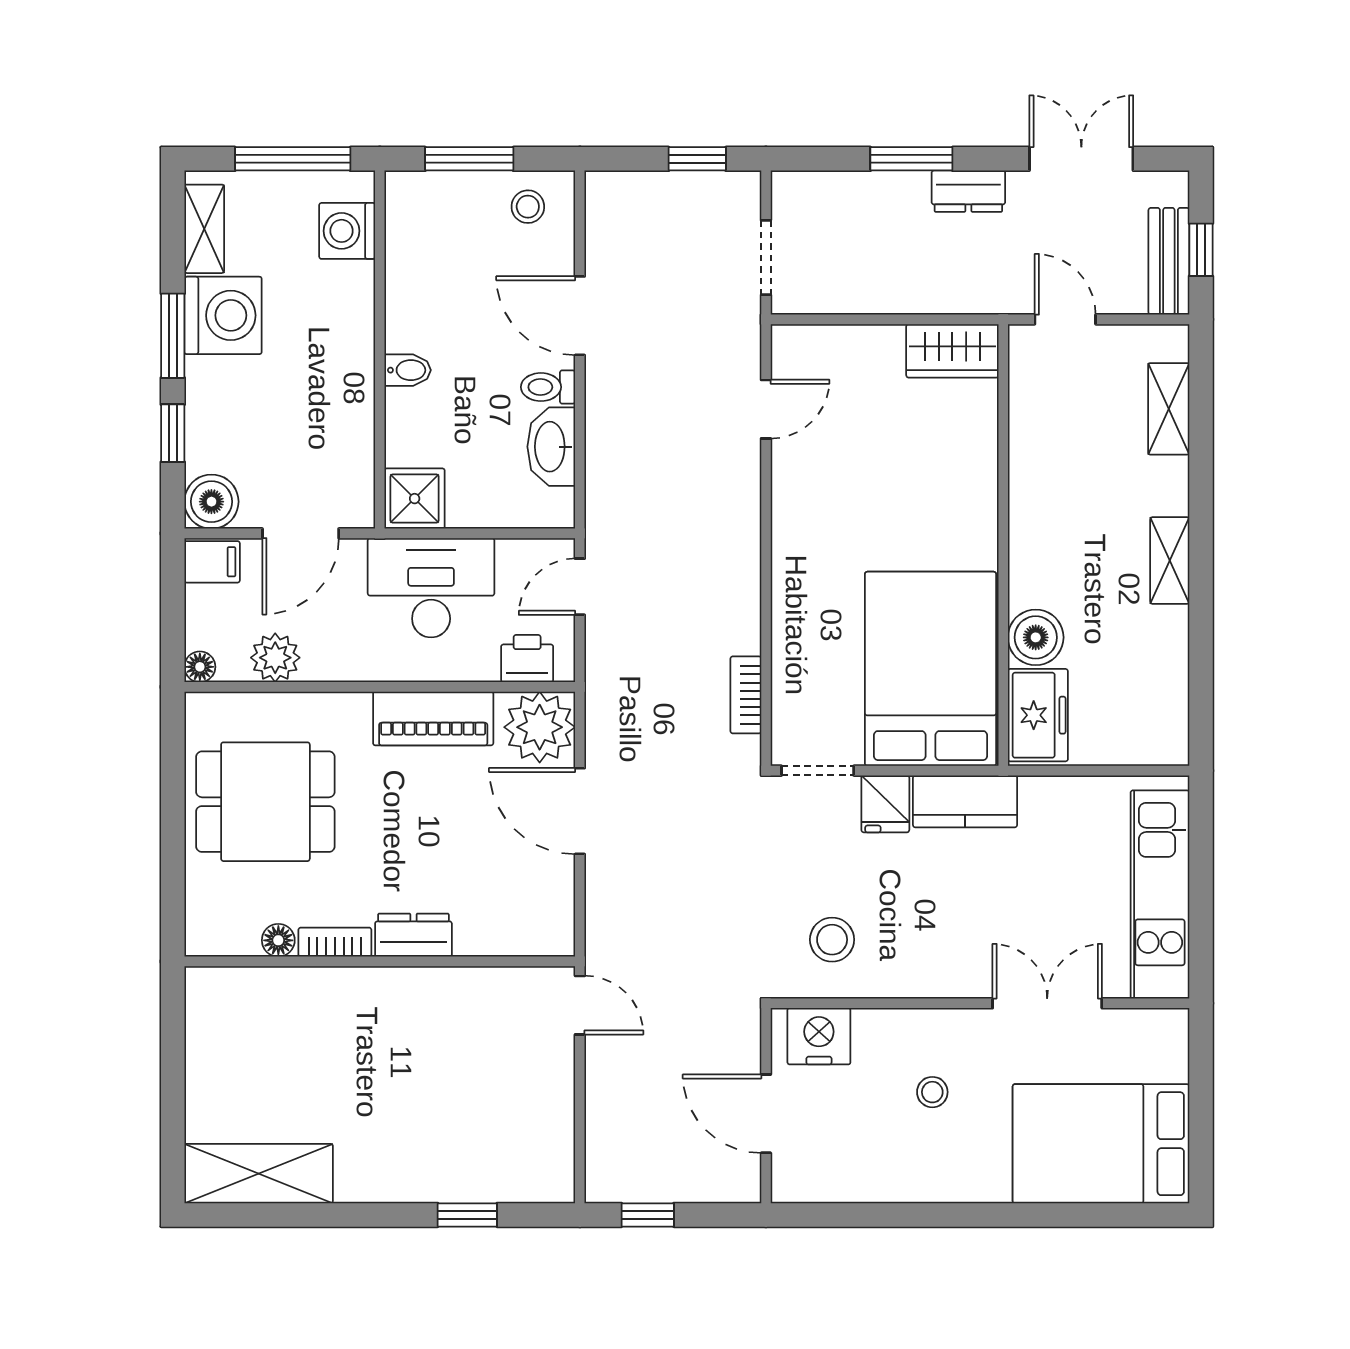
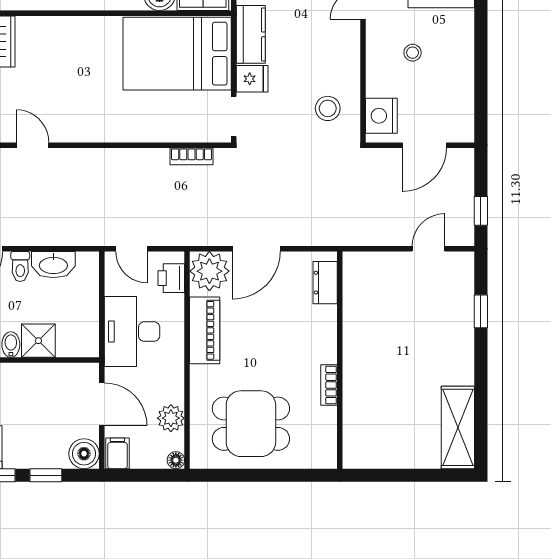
shower: (415, 499) -> (38, 341), moved
dining table: (265, 802) -> (251, 424), turned 90
dresser: (413, 935) -> (325, 283), moved
floor lamp: (278, 940) -> (328, 417), removed
door: (580, 1005) -> (429, 249), moved

